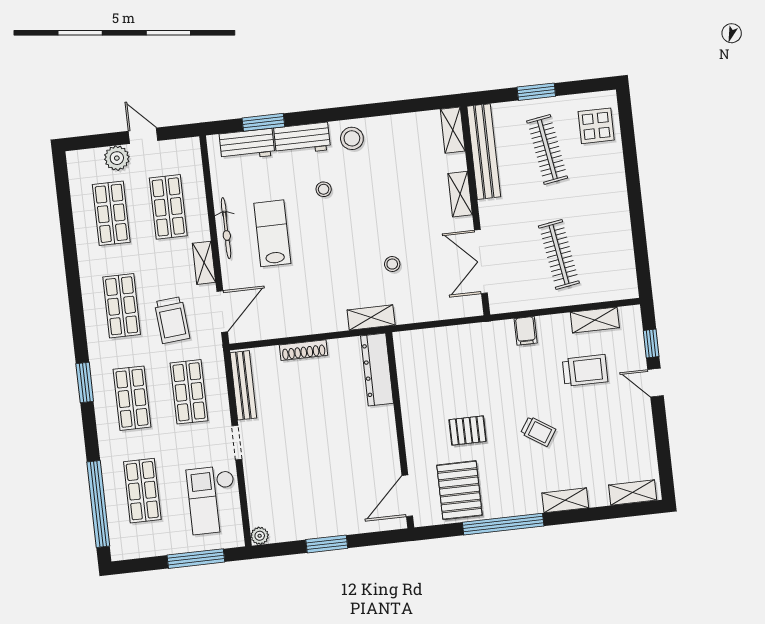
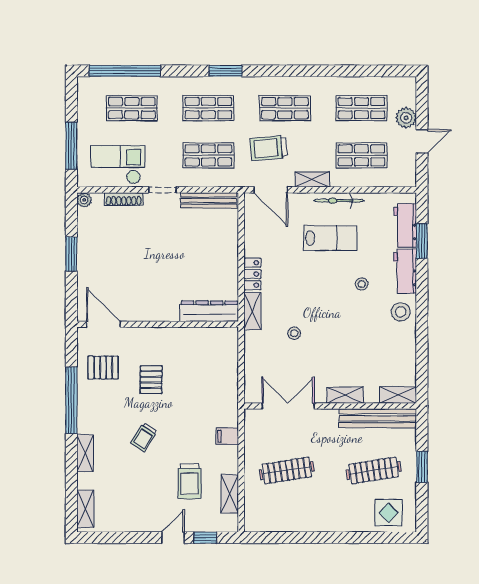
locker: (326, 323) -> (252, 274), added
shoe rack: (304, 350) -> (124, 199), moved, turned -90
pallet: (459, 490) -> (103, 368), width x0.67, depth x0.71

